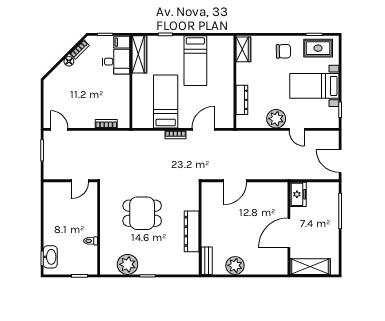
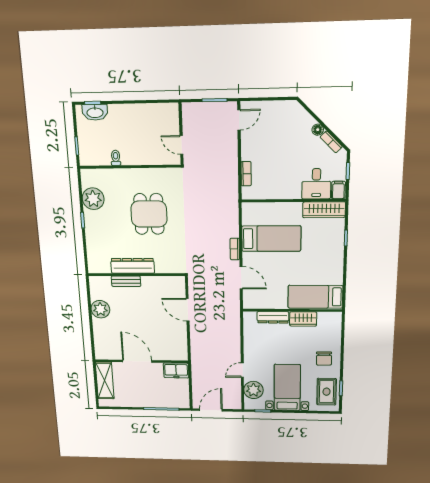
wardrobe: (243, 49) -> (303, 319), moved
bed: (195, 61) -> (315, 297), moved
plant: (276, 119) -> (253, 390), moved
bench: (207, 261) -> (126, 281), moved

